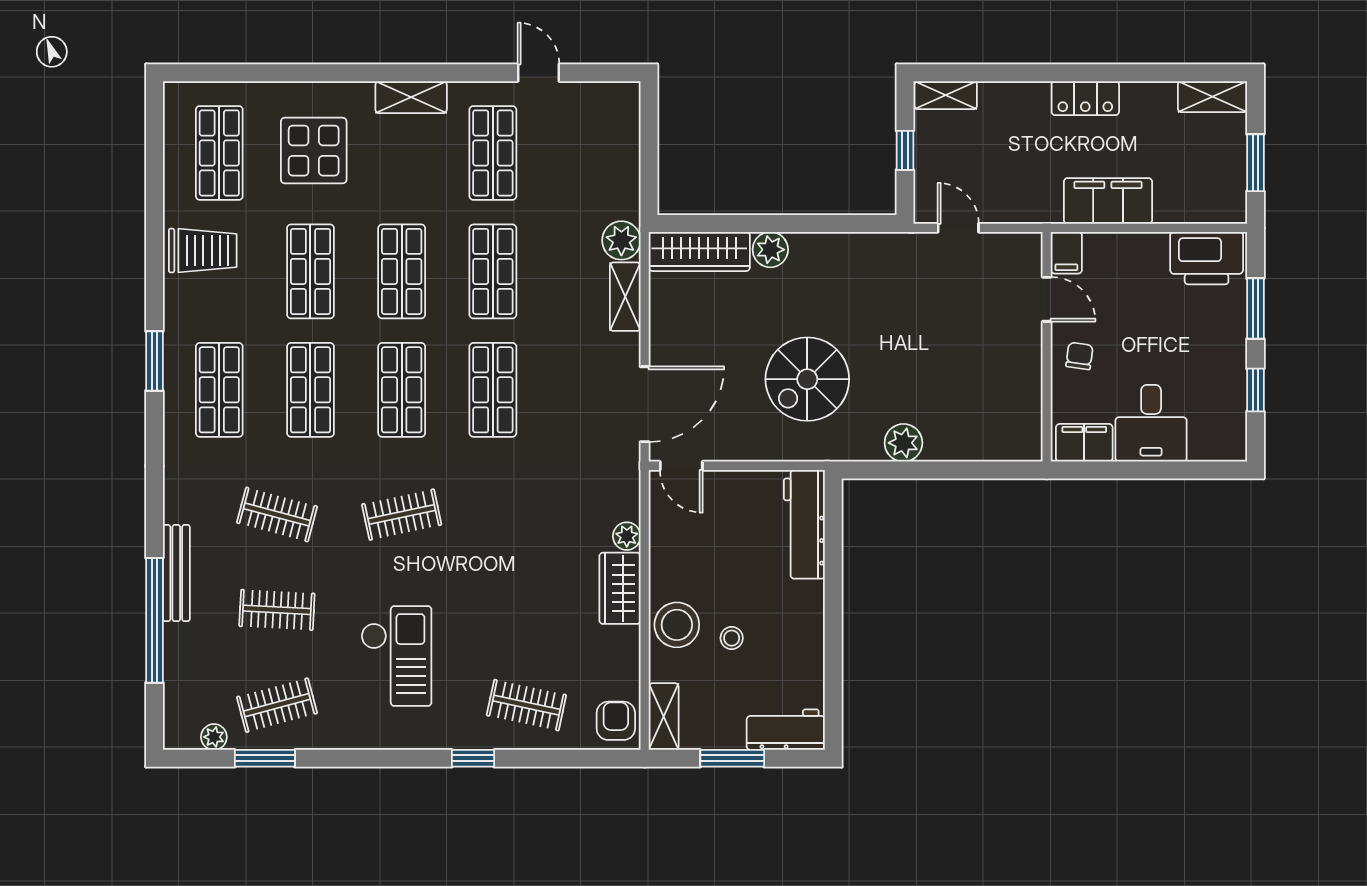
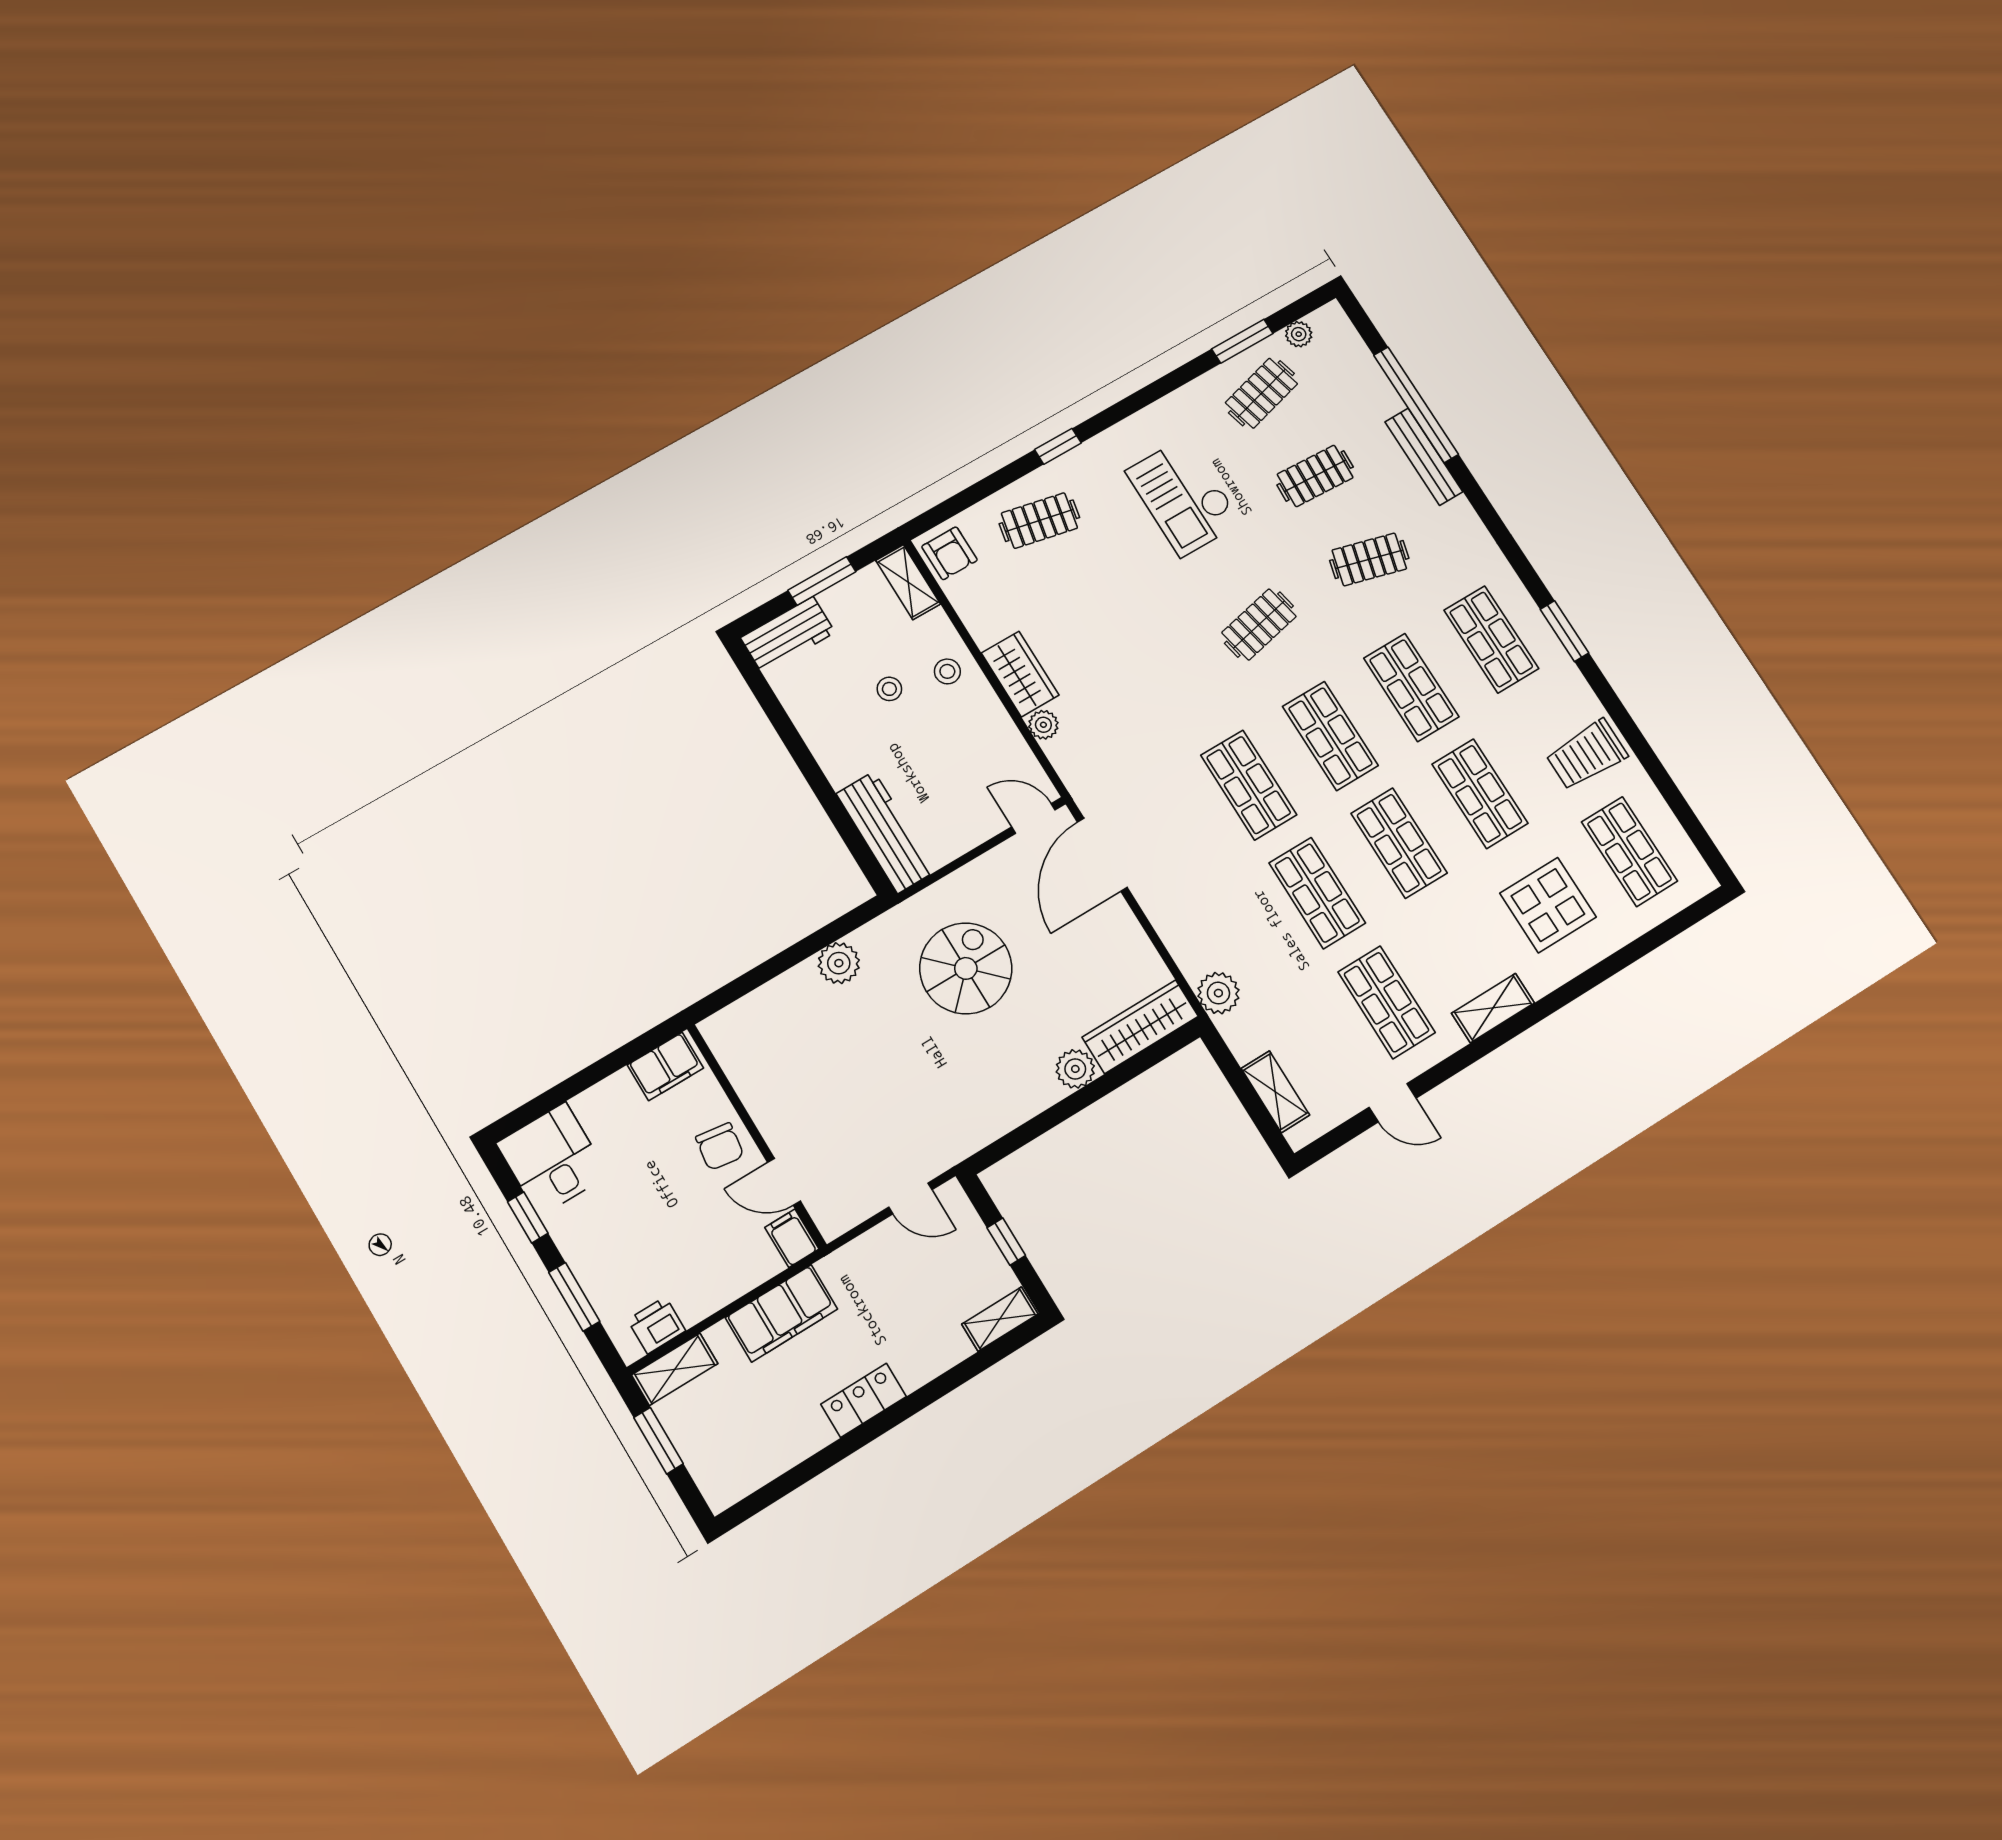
shelving: (1213, 97) -> (675, 1369), moved
printer: (1207, 258) -> (657, 1325), width x0.53, depth x0.68
shelving: (625, 297) -> (1275, 1092), moved
chair: (1079, 356) -> (720, 1147), width x1.37, depth x1.37
desk: (1151, 423) -> (552, 1159), moved
stool: (677, 625) -> (947, 671), width x0.53, depth x0.53

